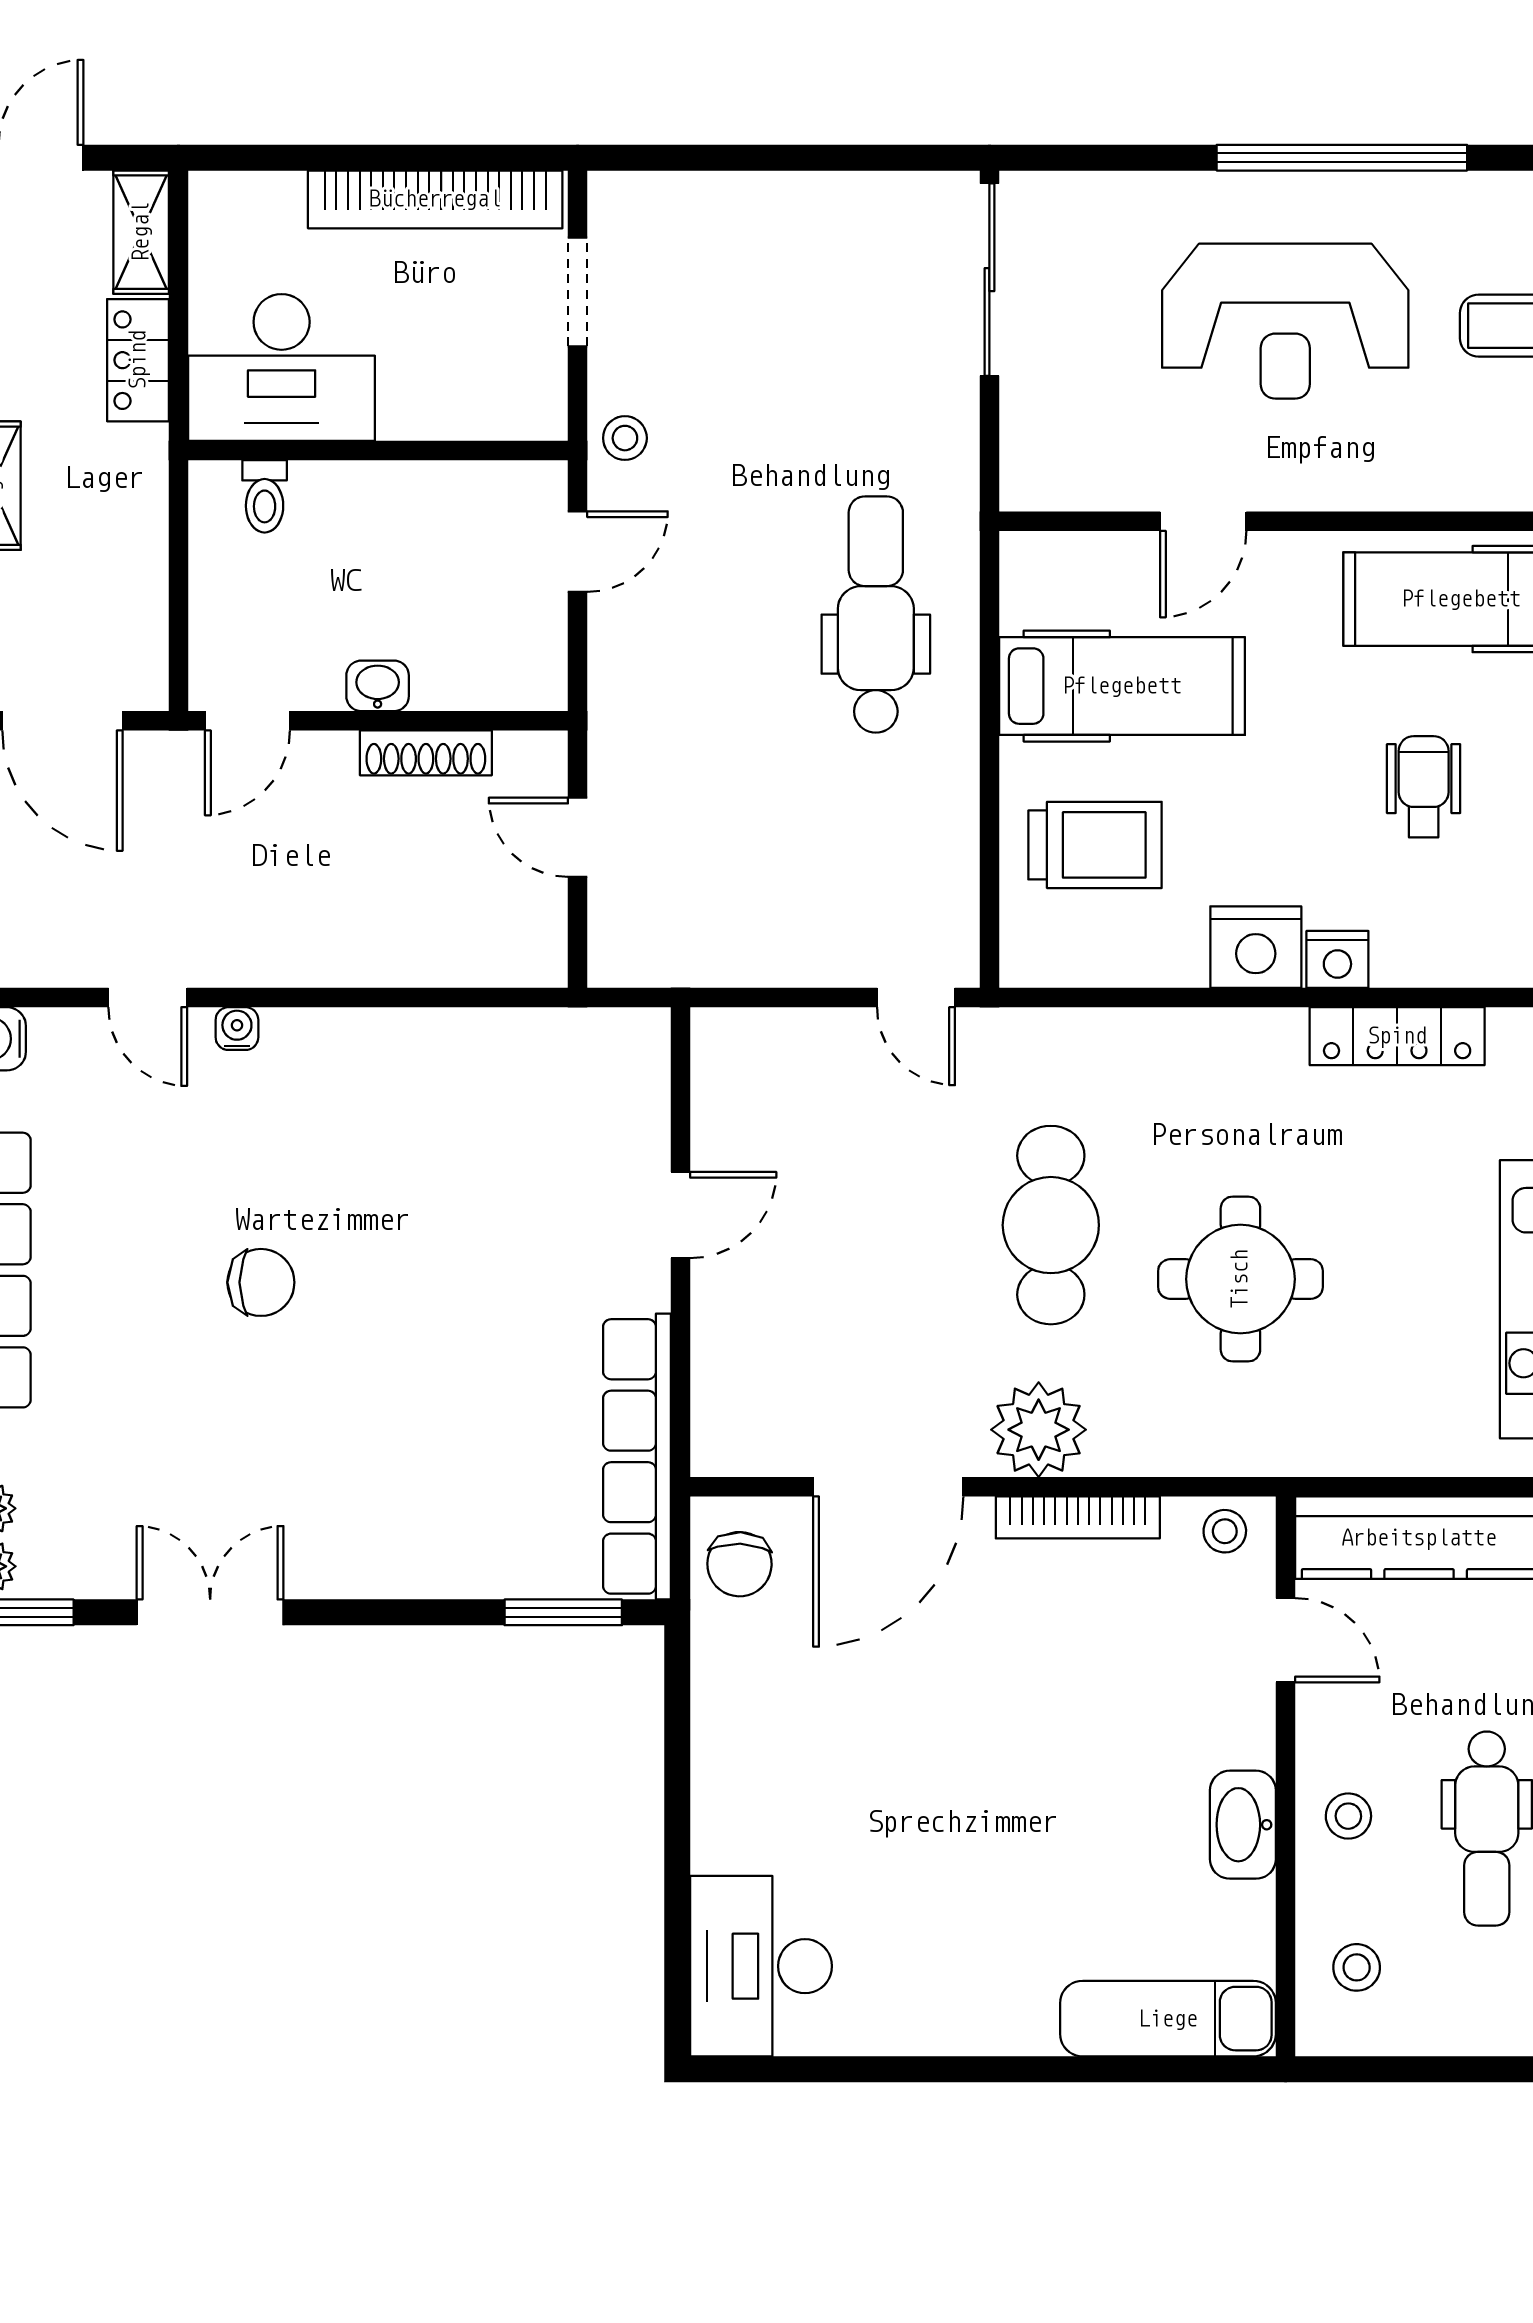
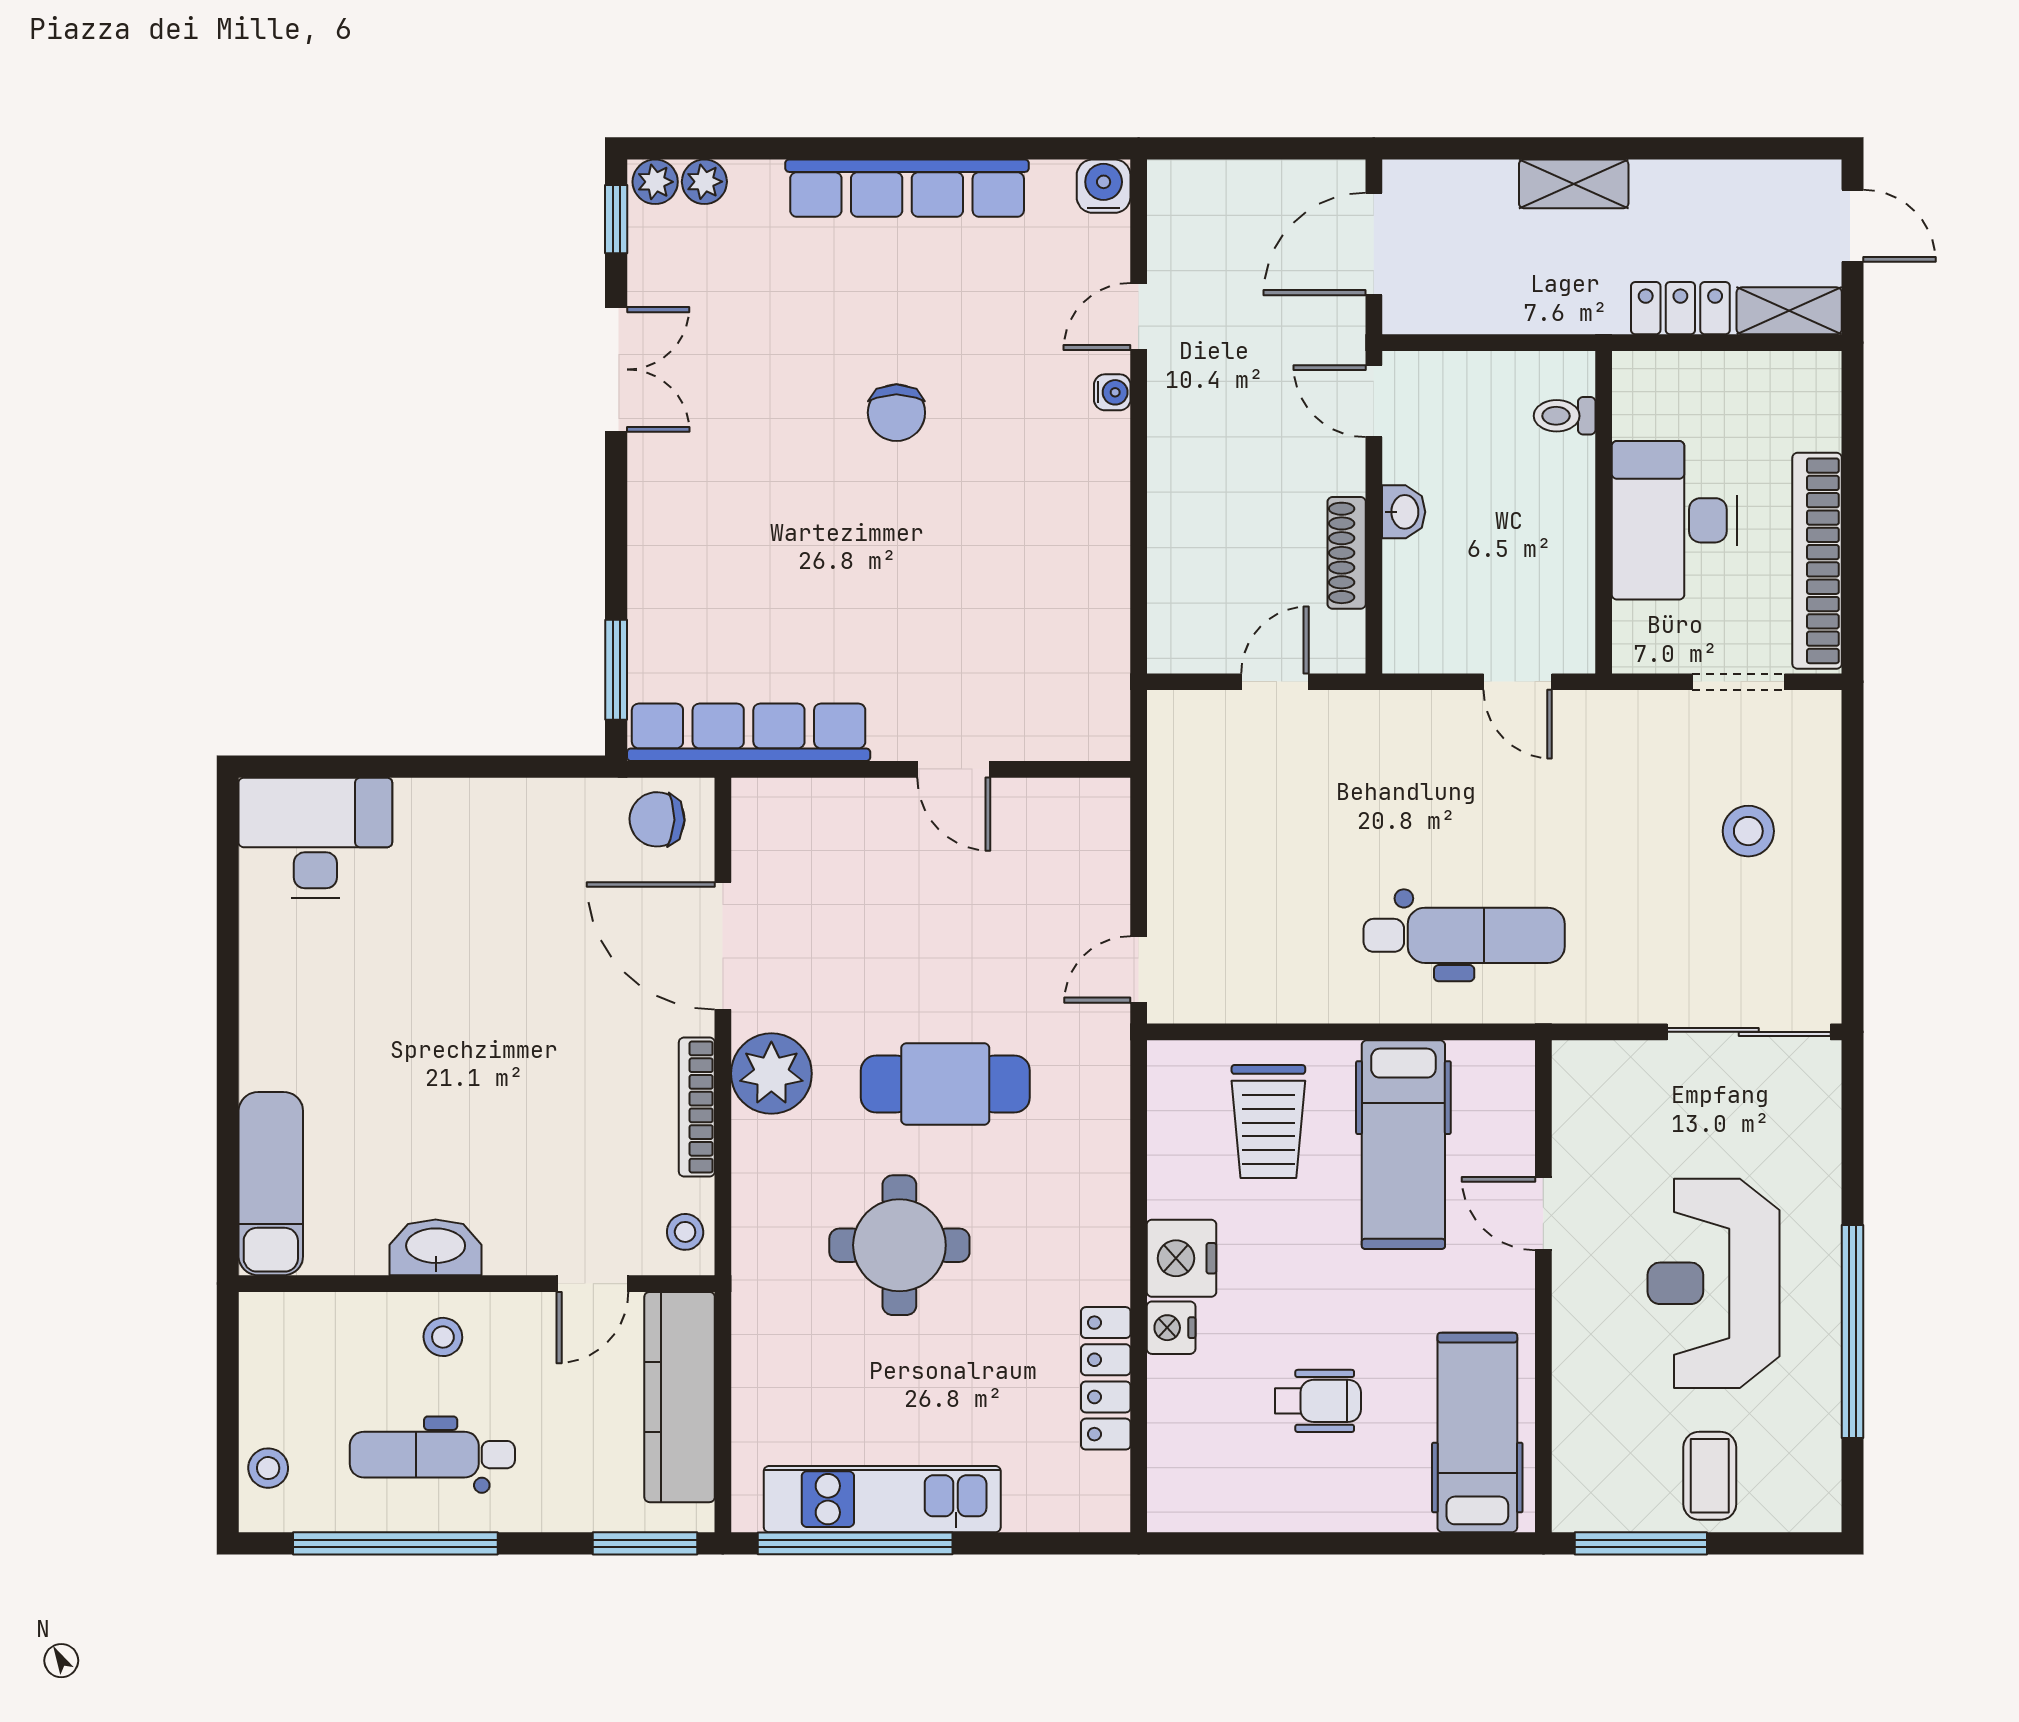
desk: (282, 367) -> (1674, 520), moved
stool: (625, 438) -> (1748, 831), moved, width x1.37, depth x1.37
stool: (1357, 1967) -> (268, 1468), moved

